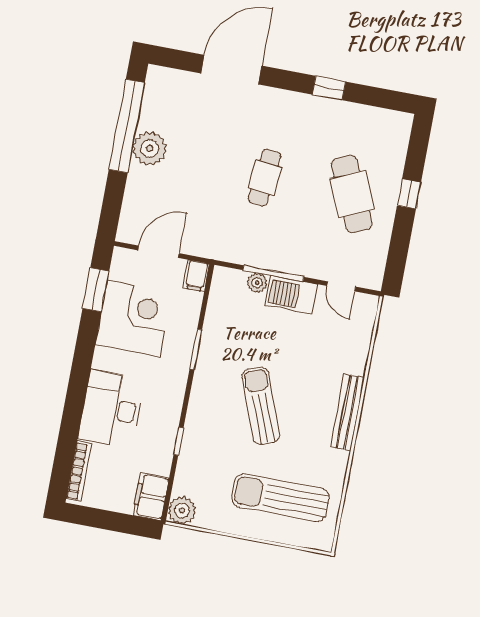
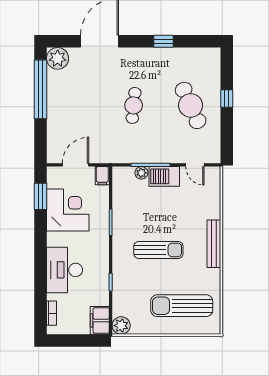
plant: (150, 148) -> (58, 58), moved
sun lounger: (261, 406) -> (158, 250), turned 111
bookcase: (79, 471) -> (51, 313), width x0.64

